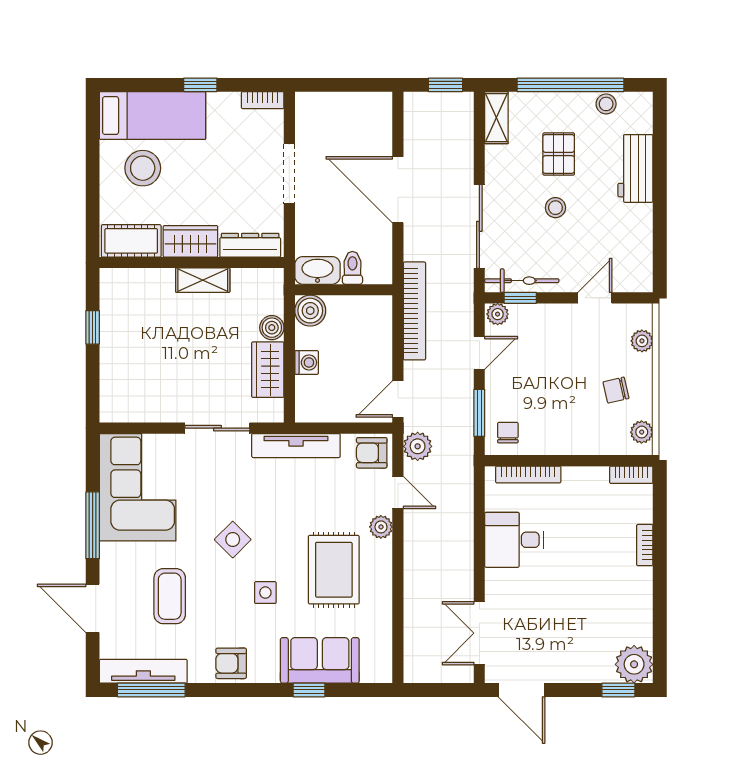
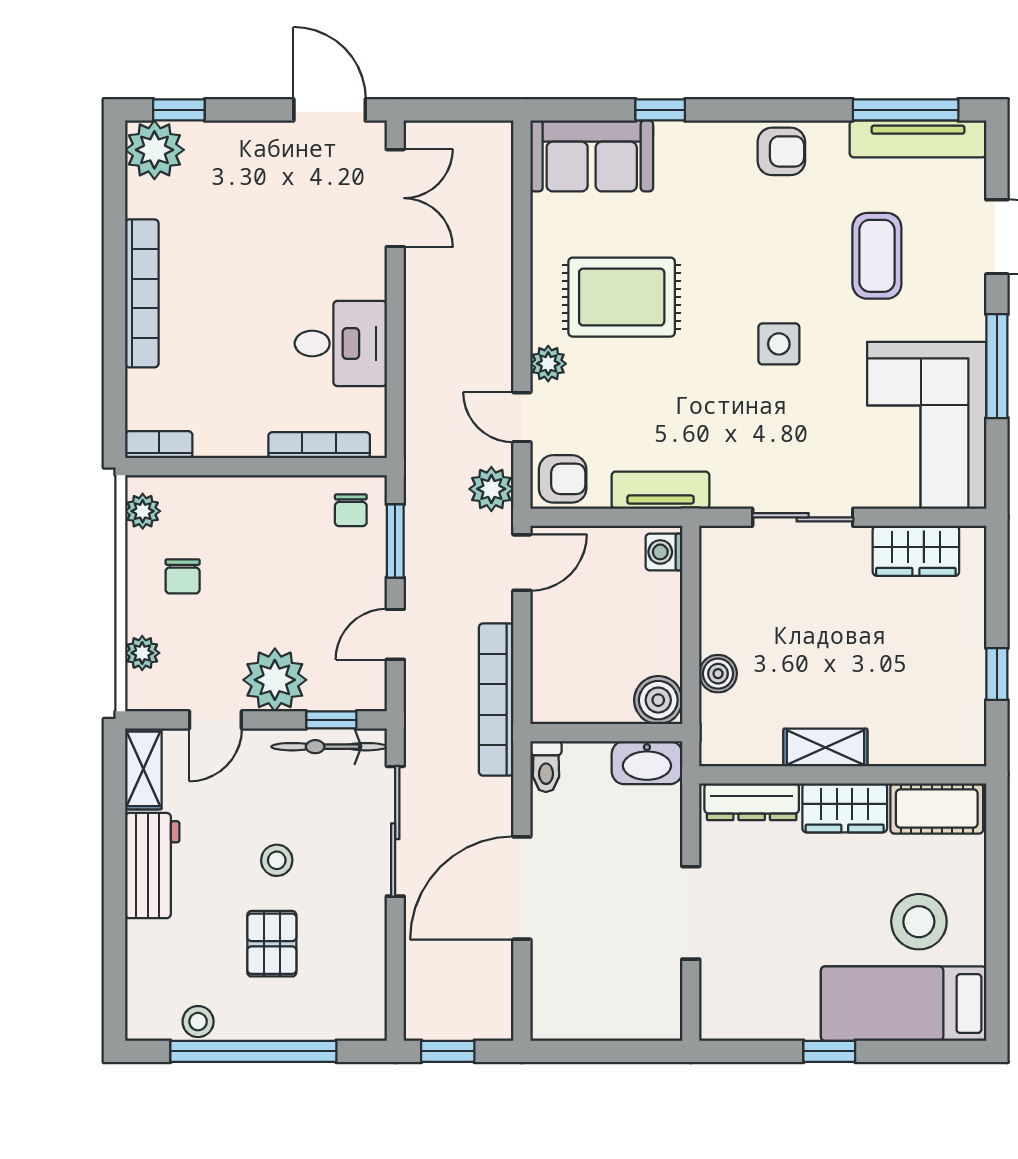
bookcase: (263, 100) -> (732, 1028), removed
shelving: (496, 118) -> (143, 769), moved
workbench: (635, 168) -> (152, 866), moved
door: (398, 190) -> (522, 888), swing flipped
toilet: (352, 268) -> (546, 767), moved
plant: (498, 314) -> (275, 680), moved, width x1.88, depth x1.88
washing machine: (307, 362) -> (664, 552), moved
wardrobe: (268, 370) -> (916, 551), moved, turned 90
chair: (616, 390) -> (183, 576), turned 103
tv unit: (296, 446) -> (660, 490), width x0.71
side table: (233, 540) -> (779, 344), turned 45
bookcase: (645, 545) -> (142, 293), width x2.31, depth x1.31
rug: (334, 570) -> (622, 297), turned 90
side table: (265, 593) -> (728, 261), removed
sofa: (320, 660) -> (592, 156), moved

